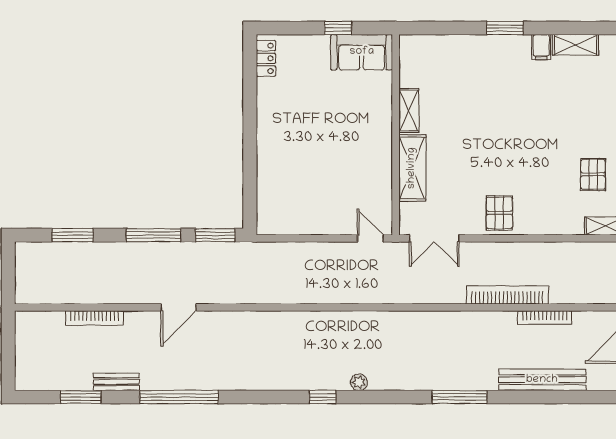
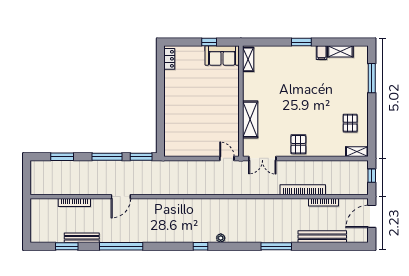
shelving: (409, 111) -> (248, 59), moved
bench: (116, 382) -> (82, 238), width x1.36

